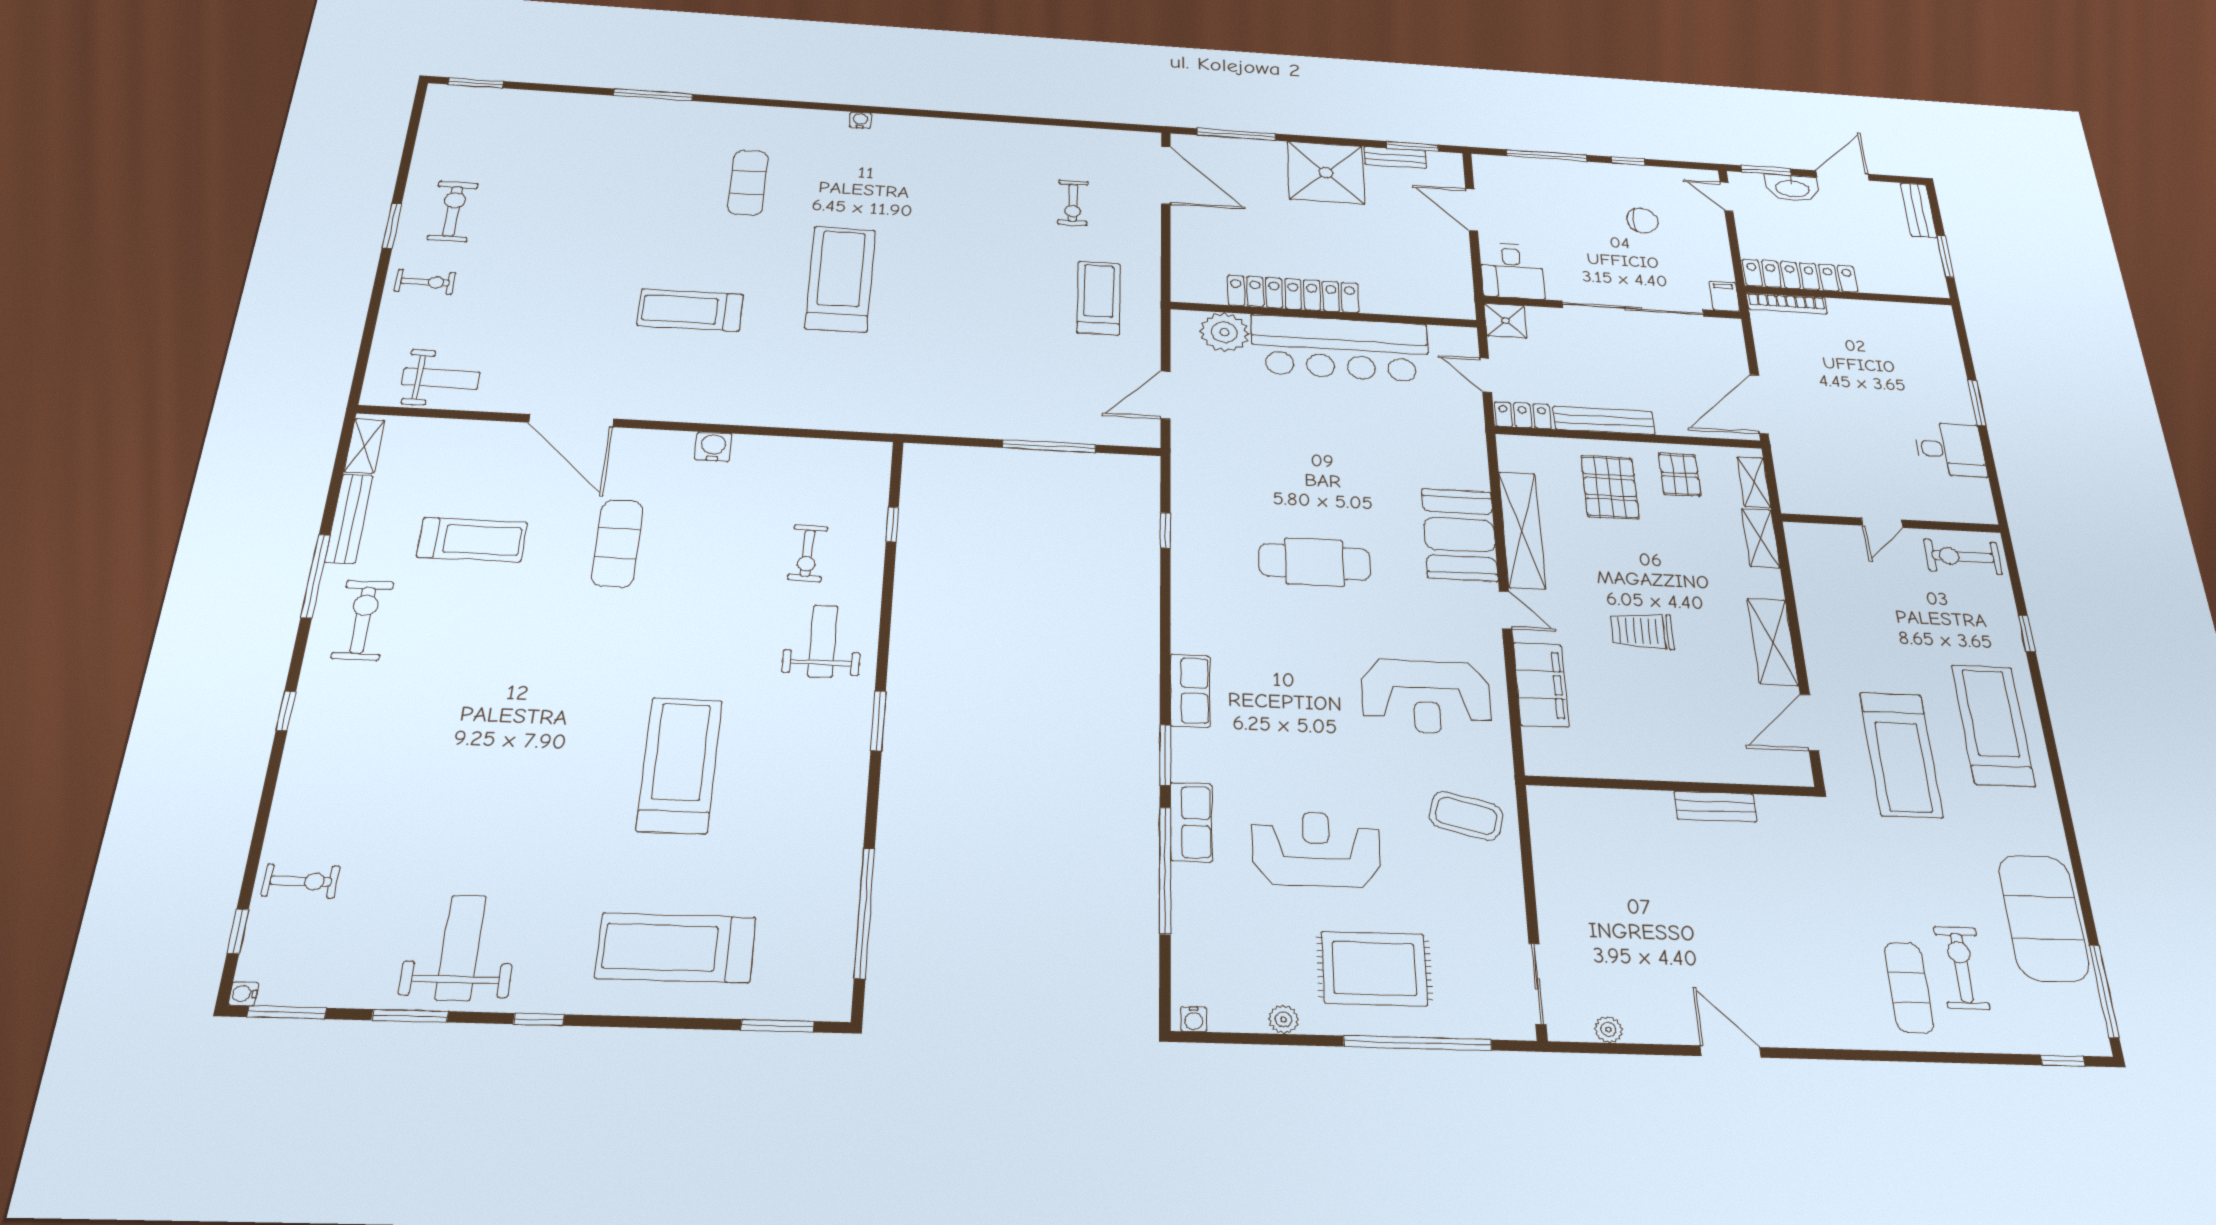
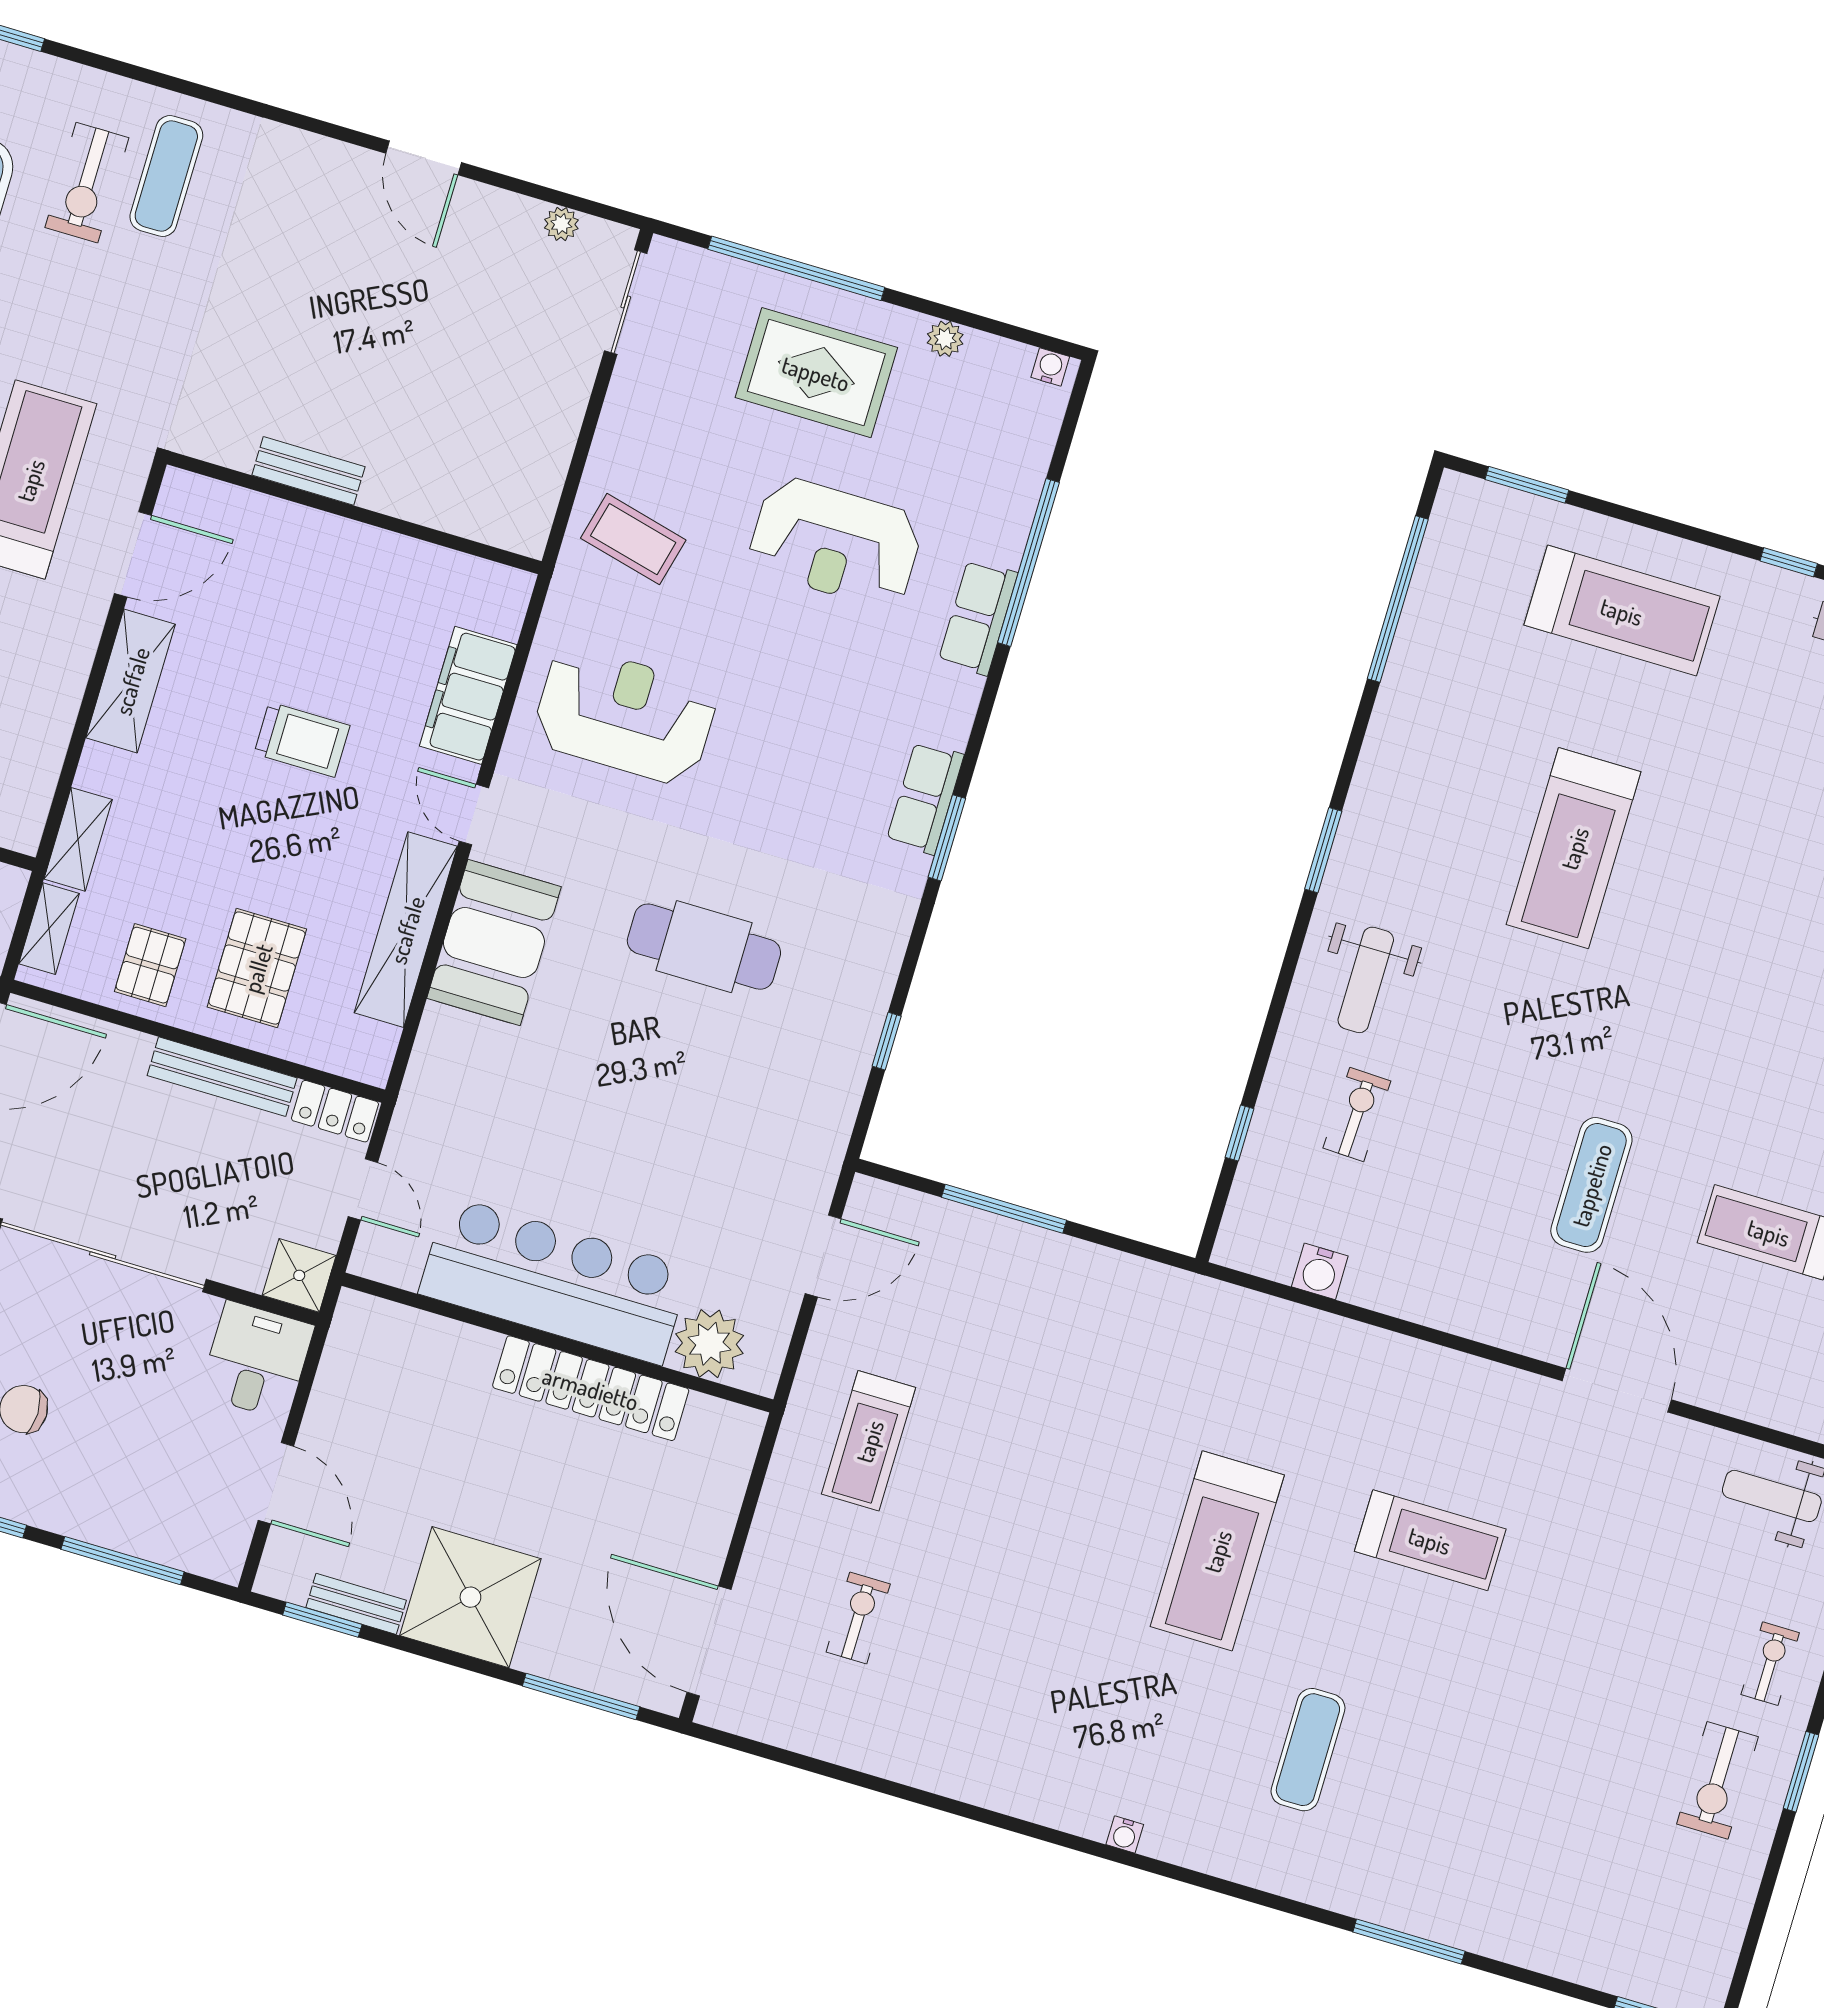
exercise bike: (425, 282) -> (1770, 1664), turned 90
water cooler: (713, 447) -> (1320, 1271), moved
window: (1165, 755) -> (947, 838), moved

